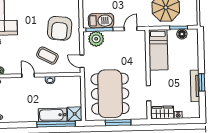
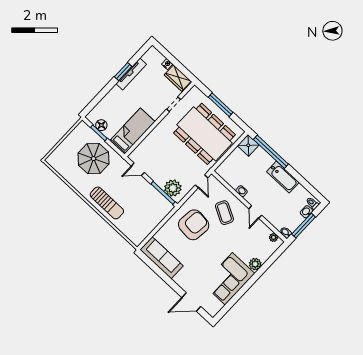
barbecue: (101, 21) -> (155, 199), removed
dining table: (110, 94) -> (205, 134), turned 90
bathtub: (53, 115) -> (283, 177), moved

